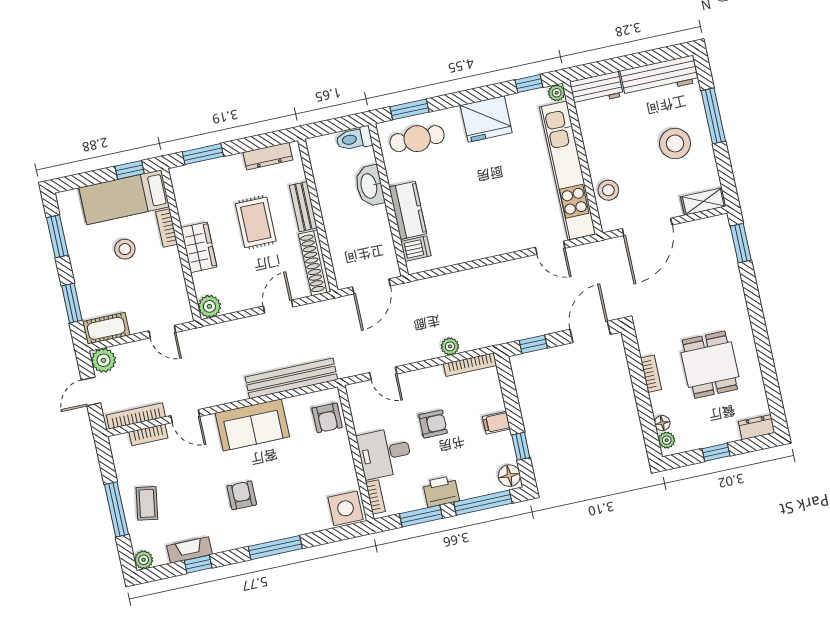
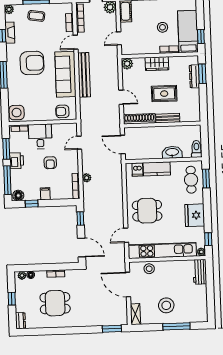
workbench: (659, 76) -> (200, 303), removed
dresser: (268, 156) -> (194, 76), moved
dining table: (494, 215) -> (147, 211), added
bench: (291, 378) -> (84, 75), moved
sofa: (252, 425) -> (65, 74), width x1.36
armchair: (242, 495) -> (32, 63), width x1.88, depth x1.88

